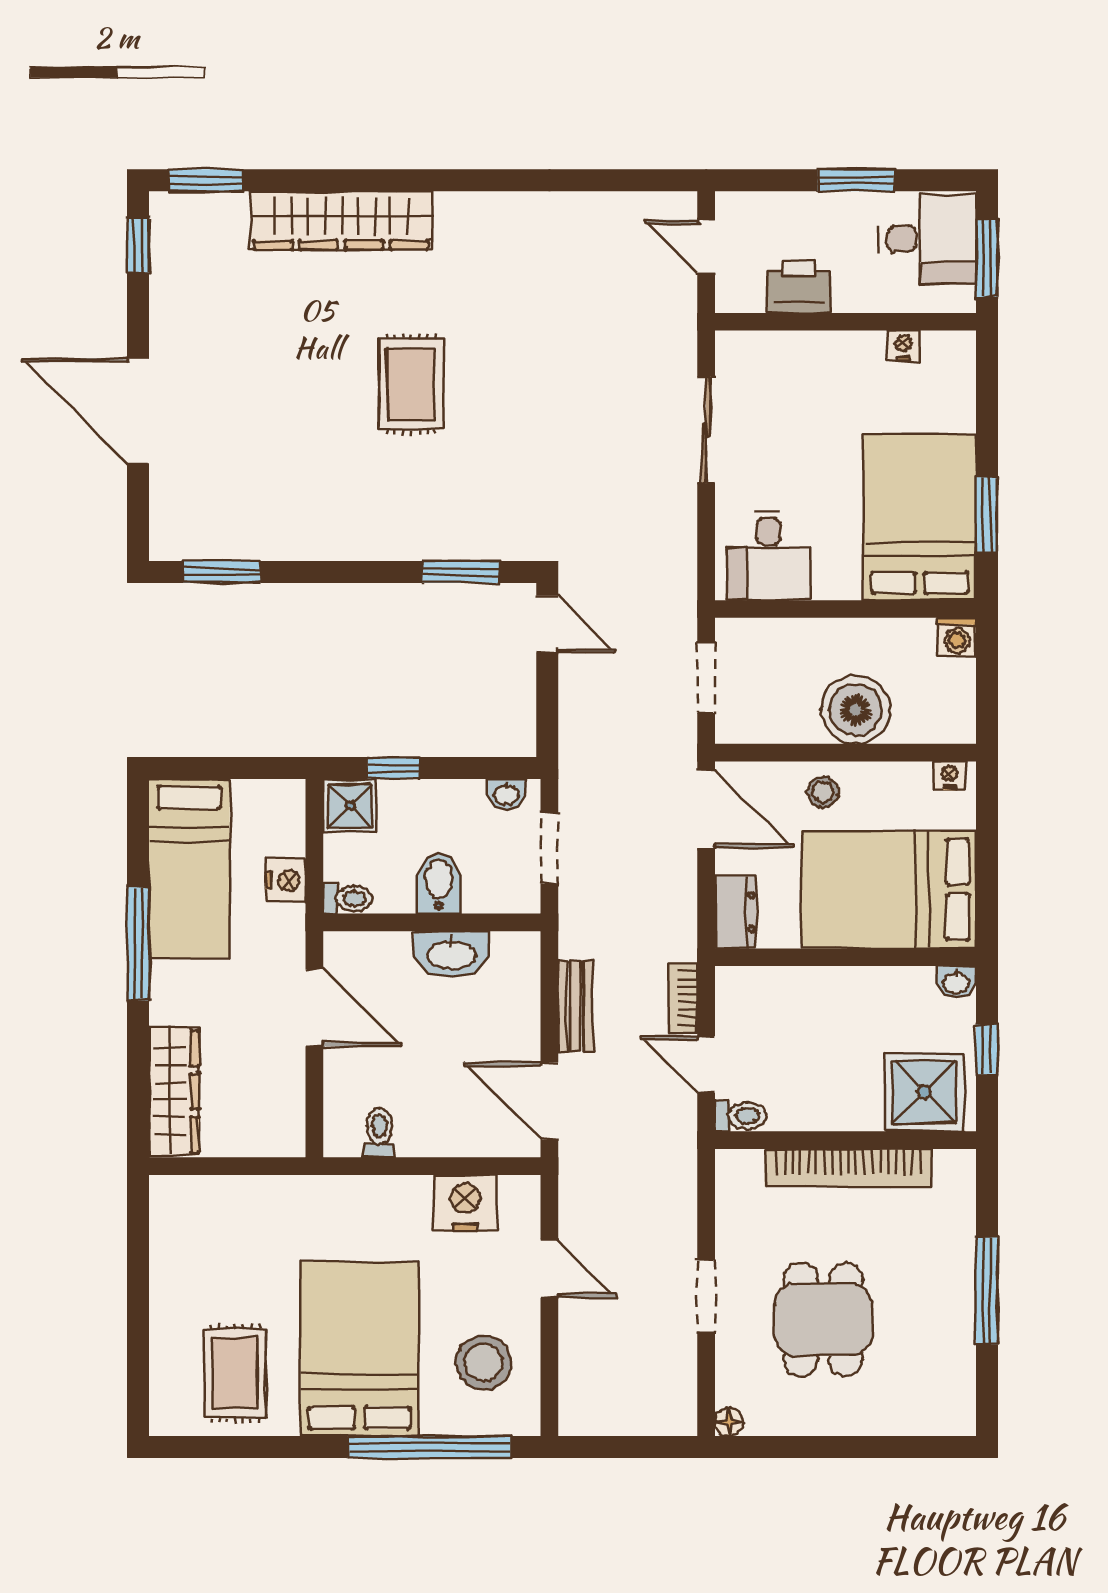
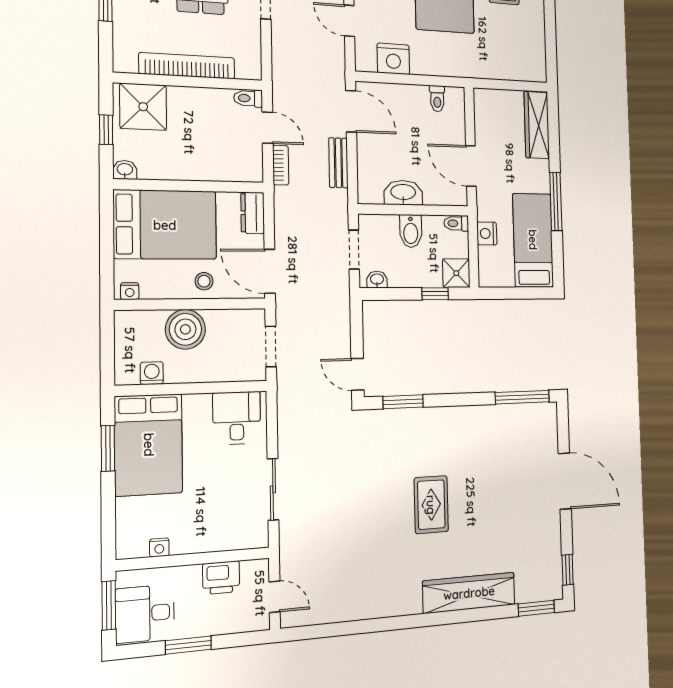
window: (222, 572) -> (522, 397), width x1.44
washing machine: (957, 637) -> (152, 373), moved

